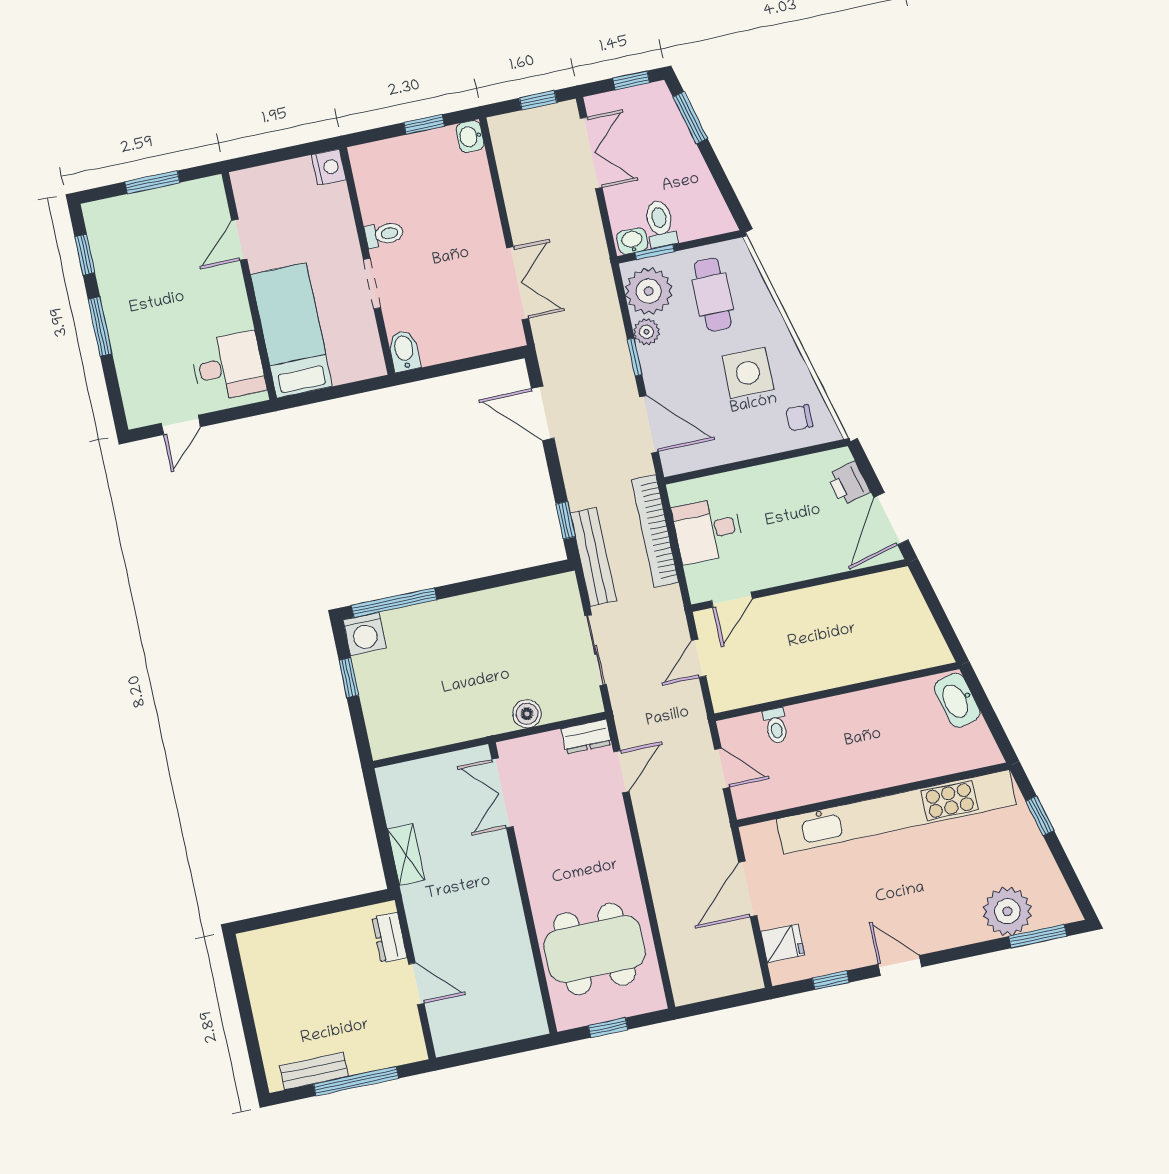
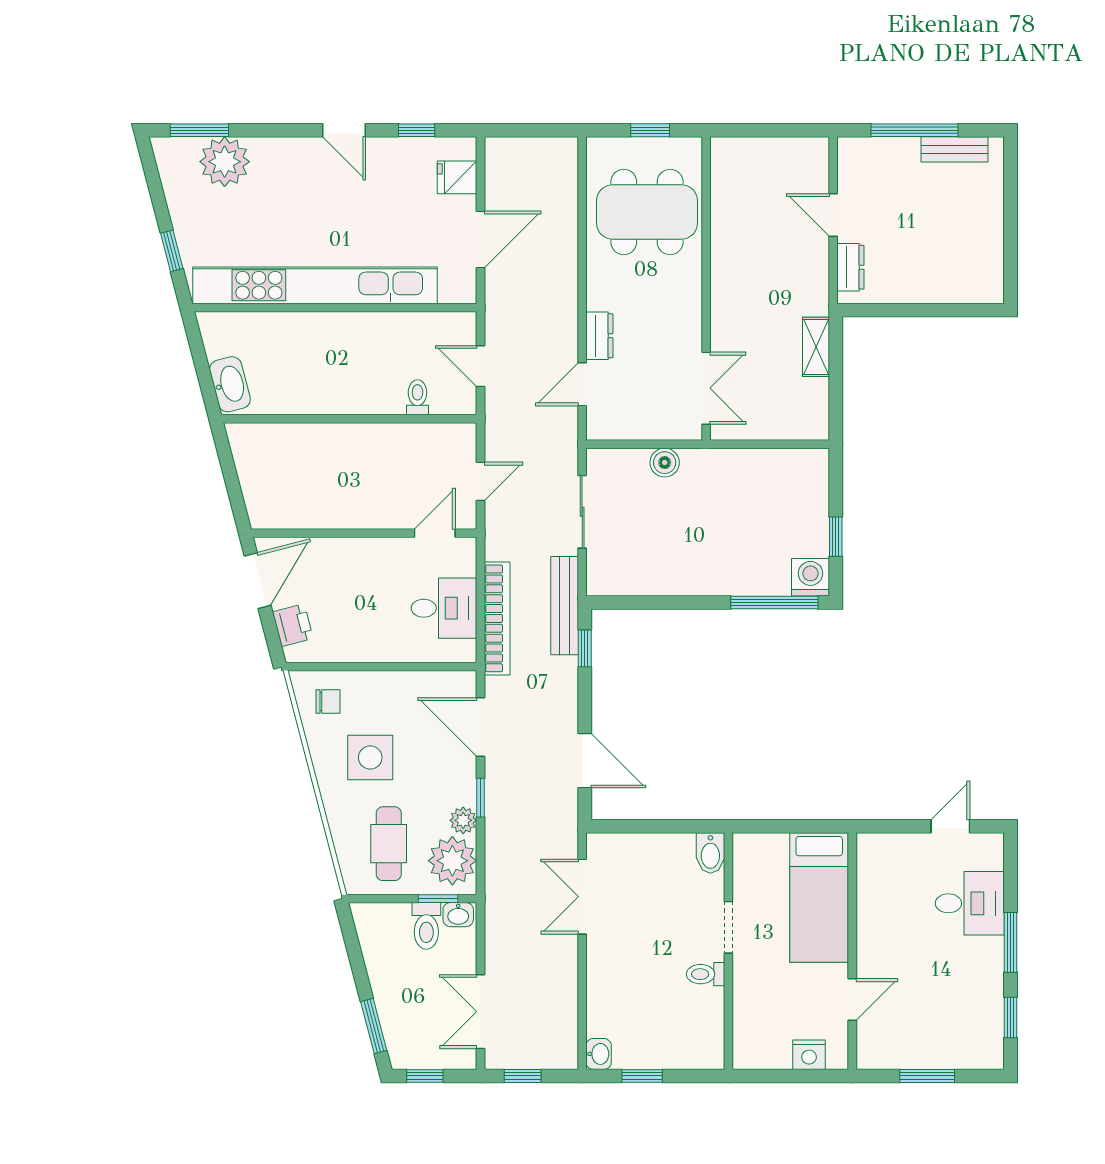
nightstand: (329, 167) -> (809, 1055), moved, turned -90
desk: (228, 367) -> (970, 903), moved, turned 180
dresser: (586, 737) -> (599, 336), moved, turned 90

